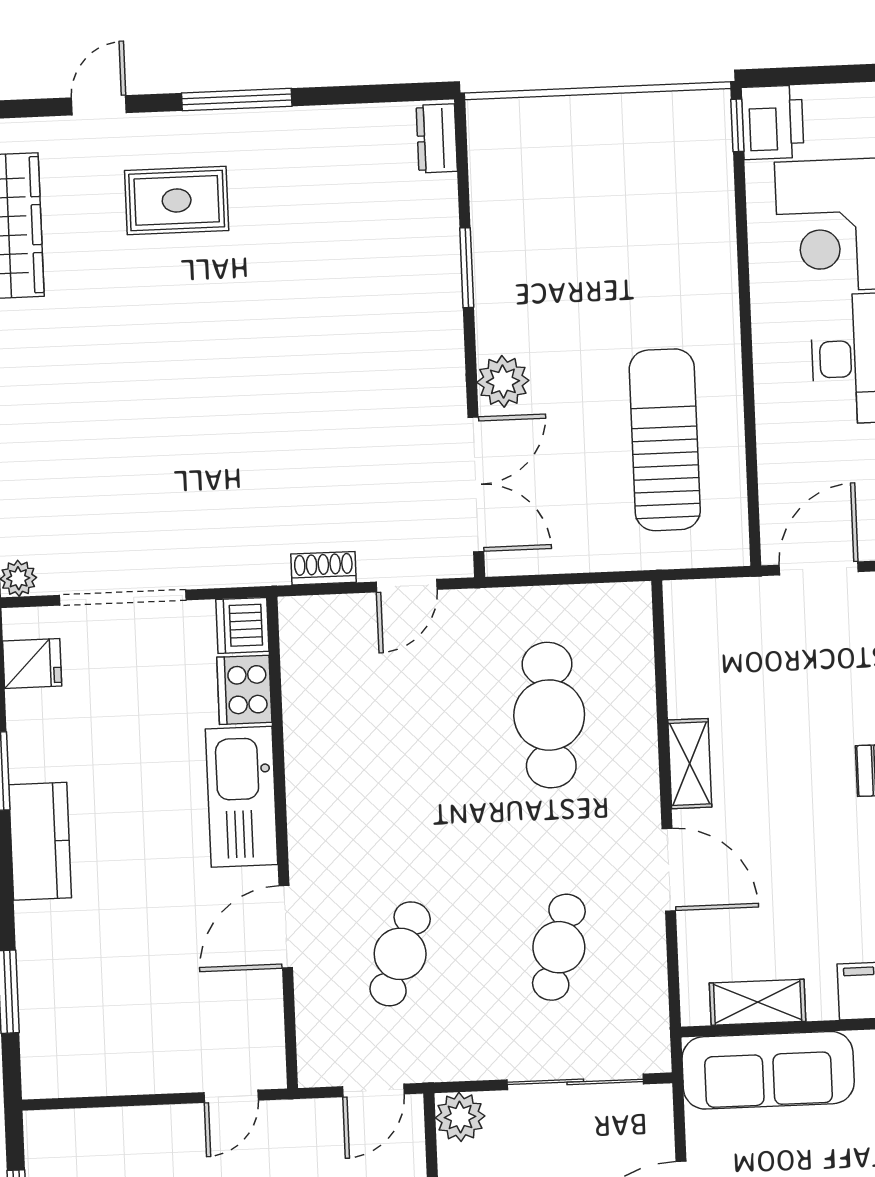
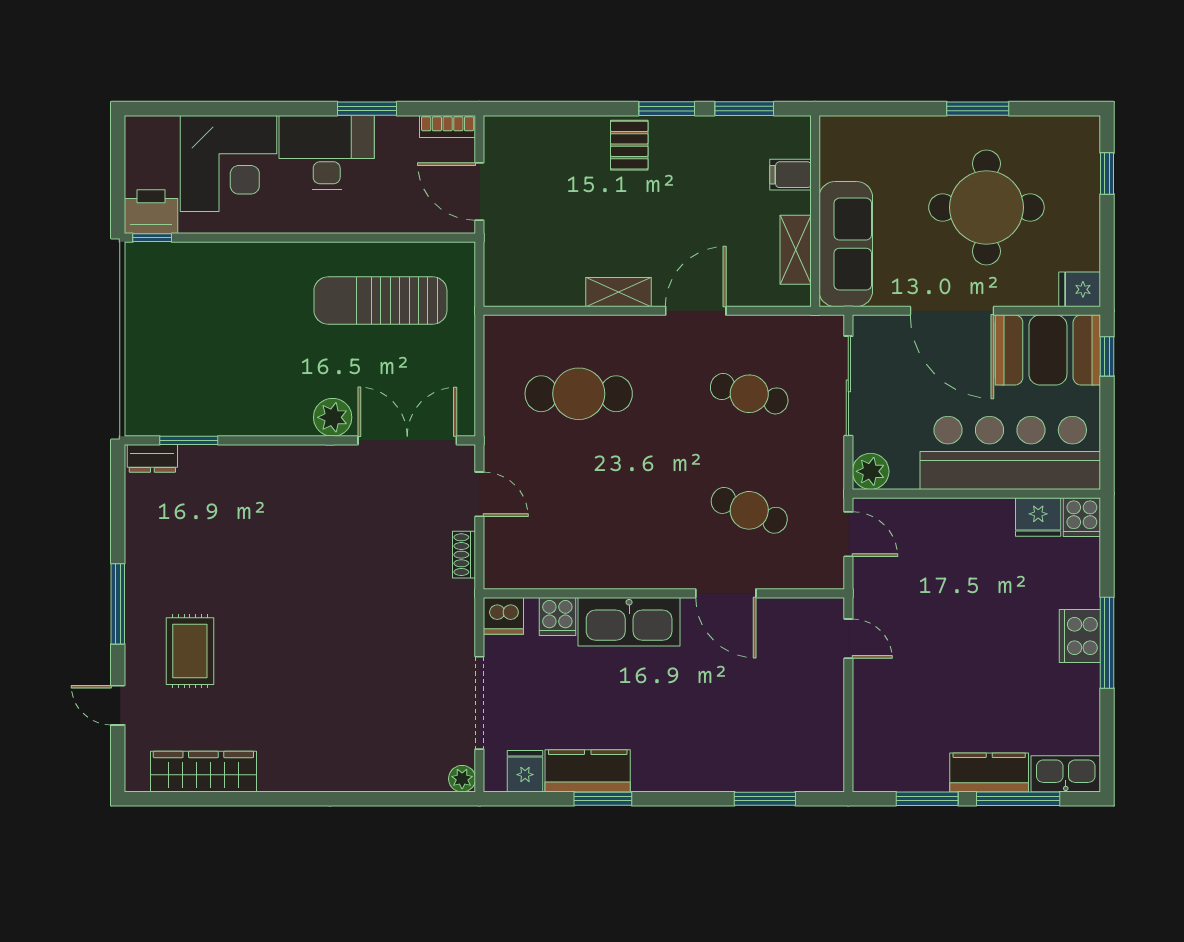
window: (467, 268) -> (189, 440), moved
cooker: (244, 690) -> (557, 616), width x0.73
kitchen counter: (40, 841) -> (588, 771), moved

